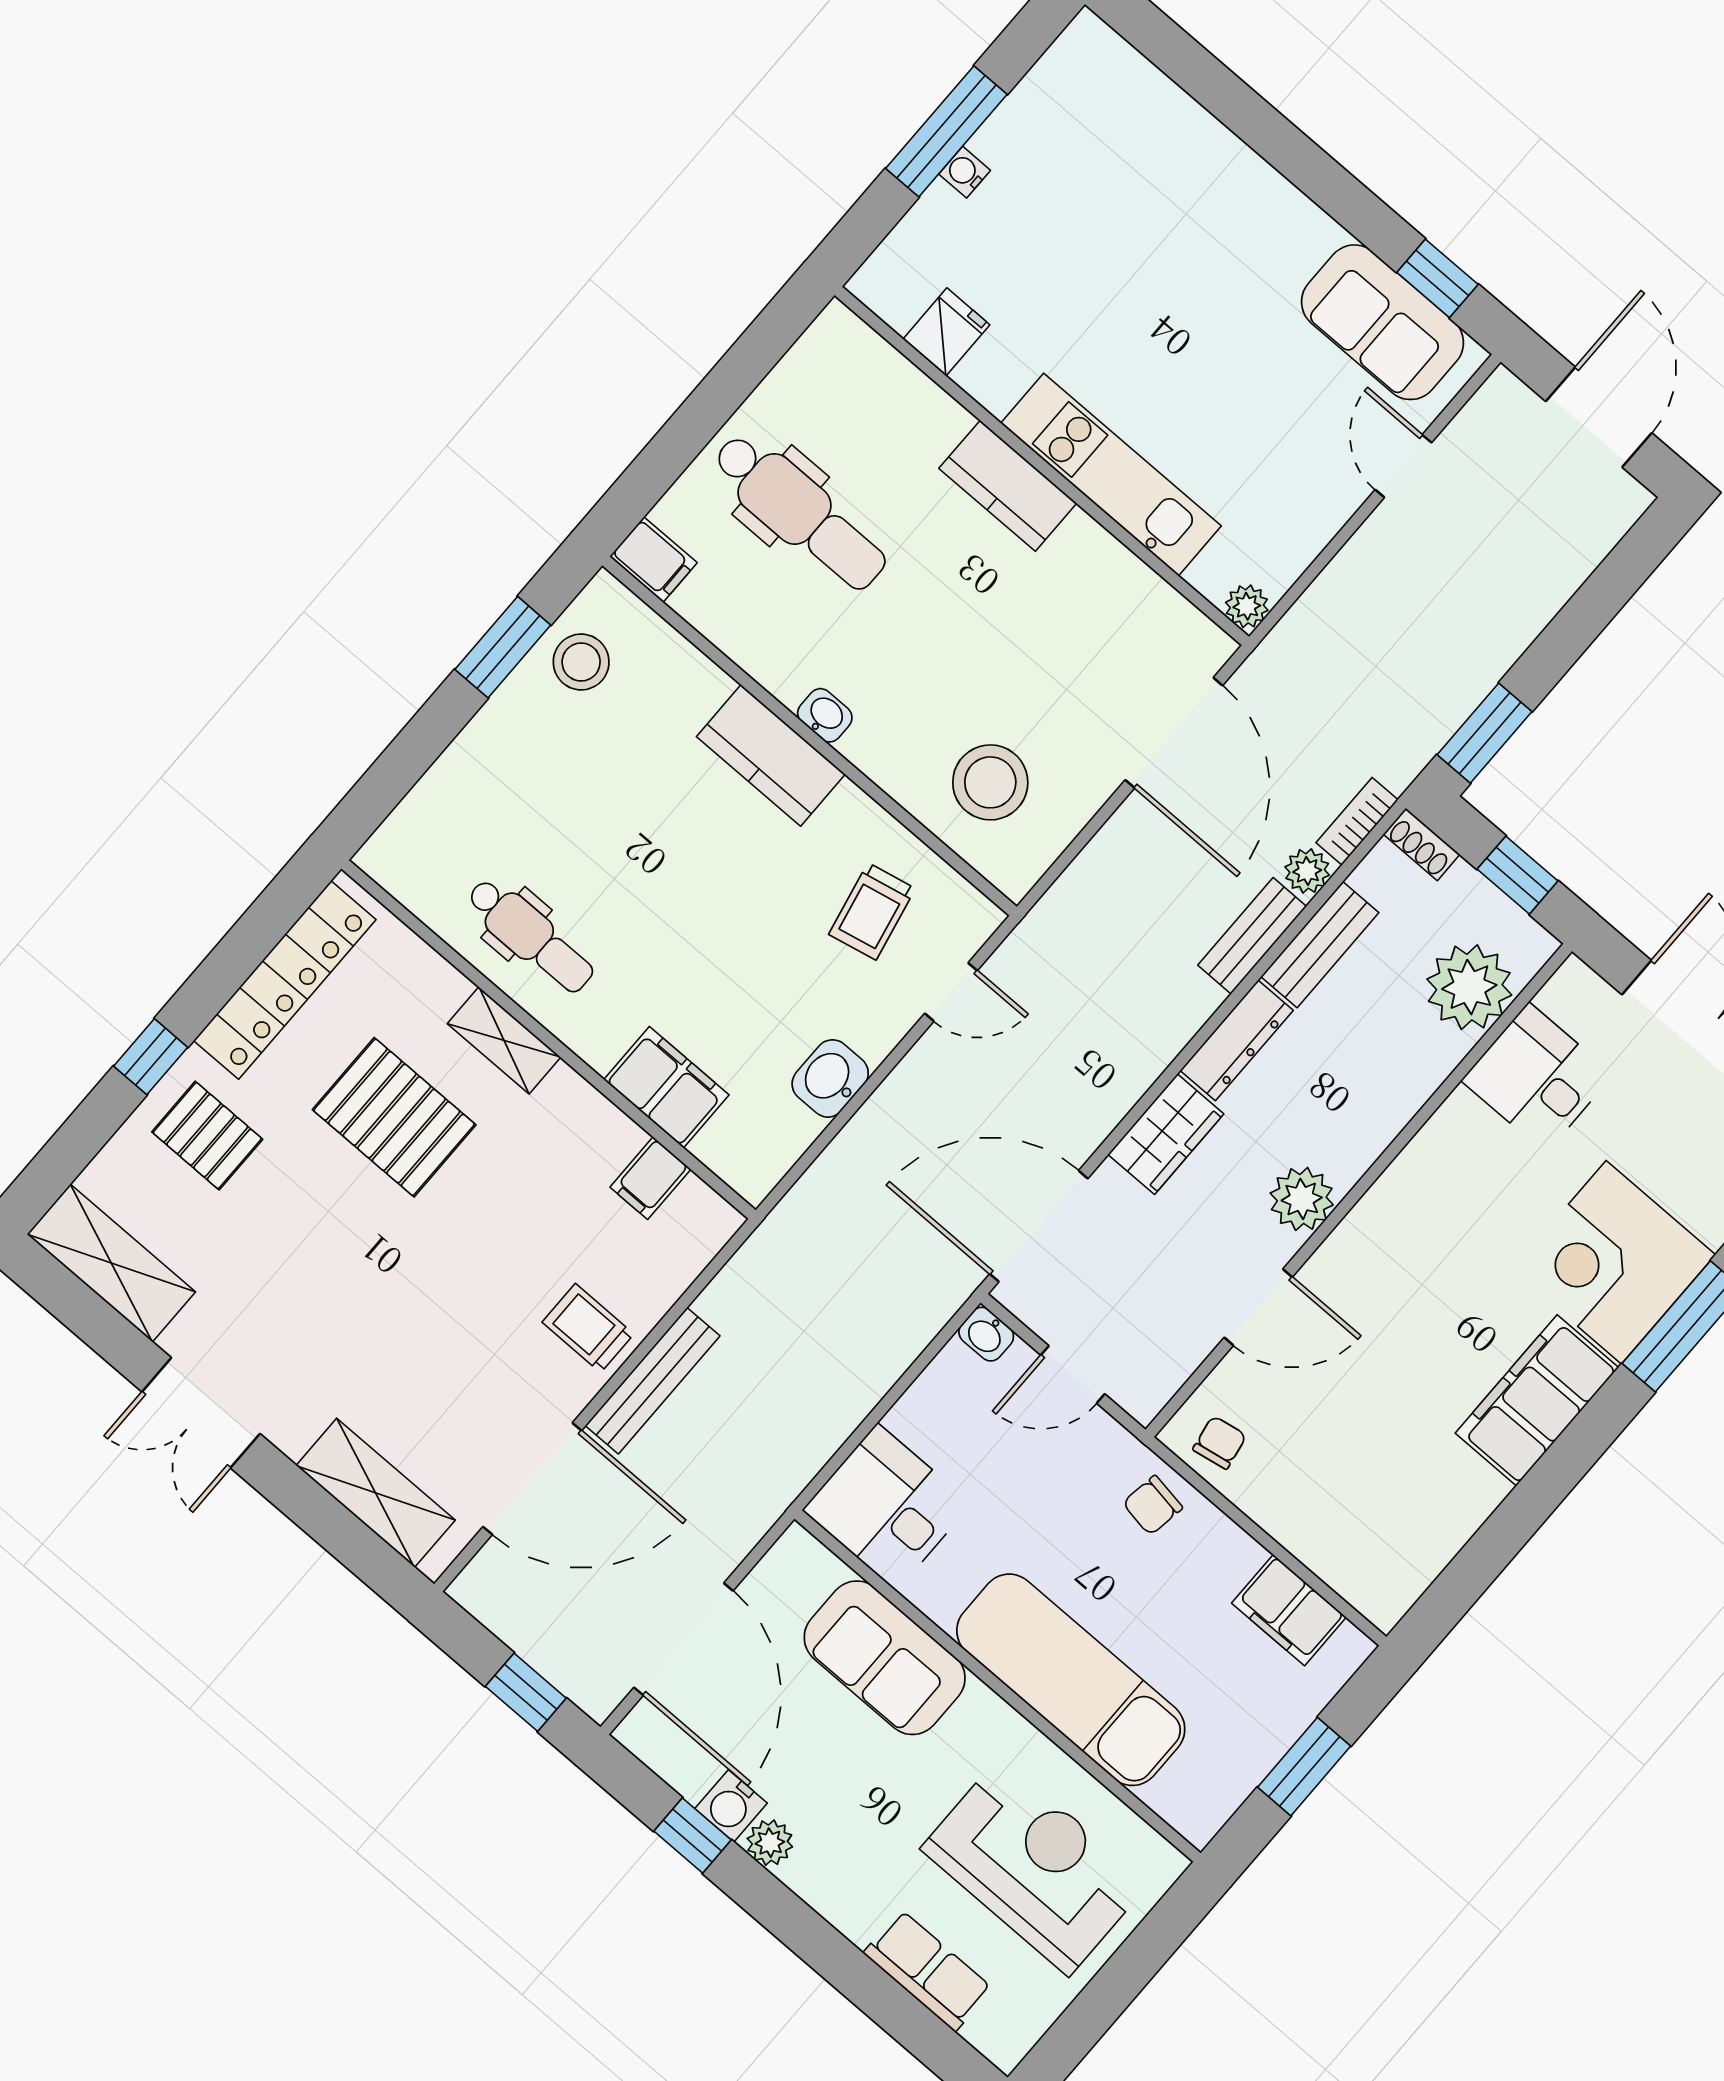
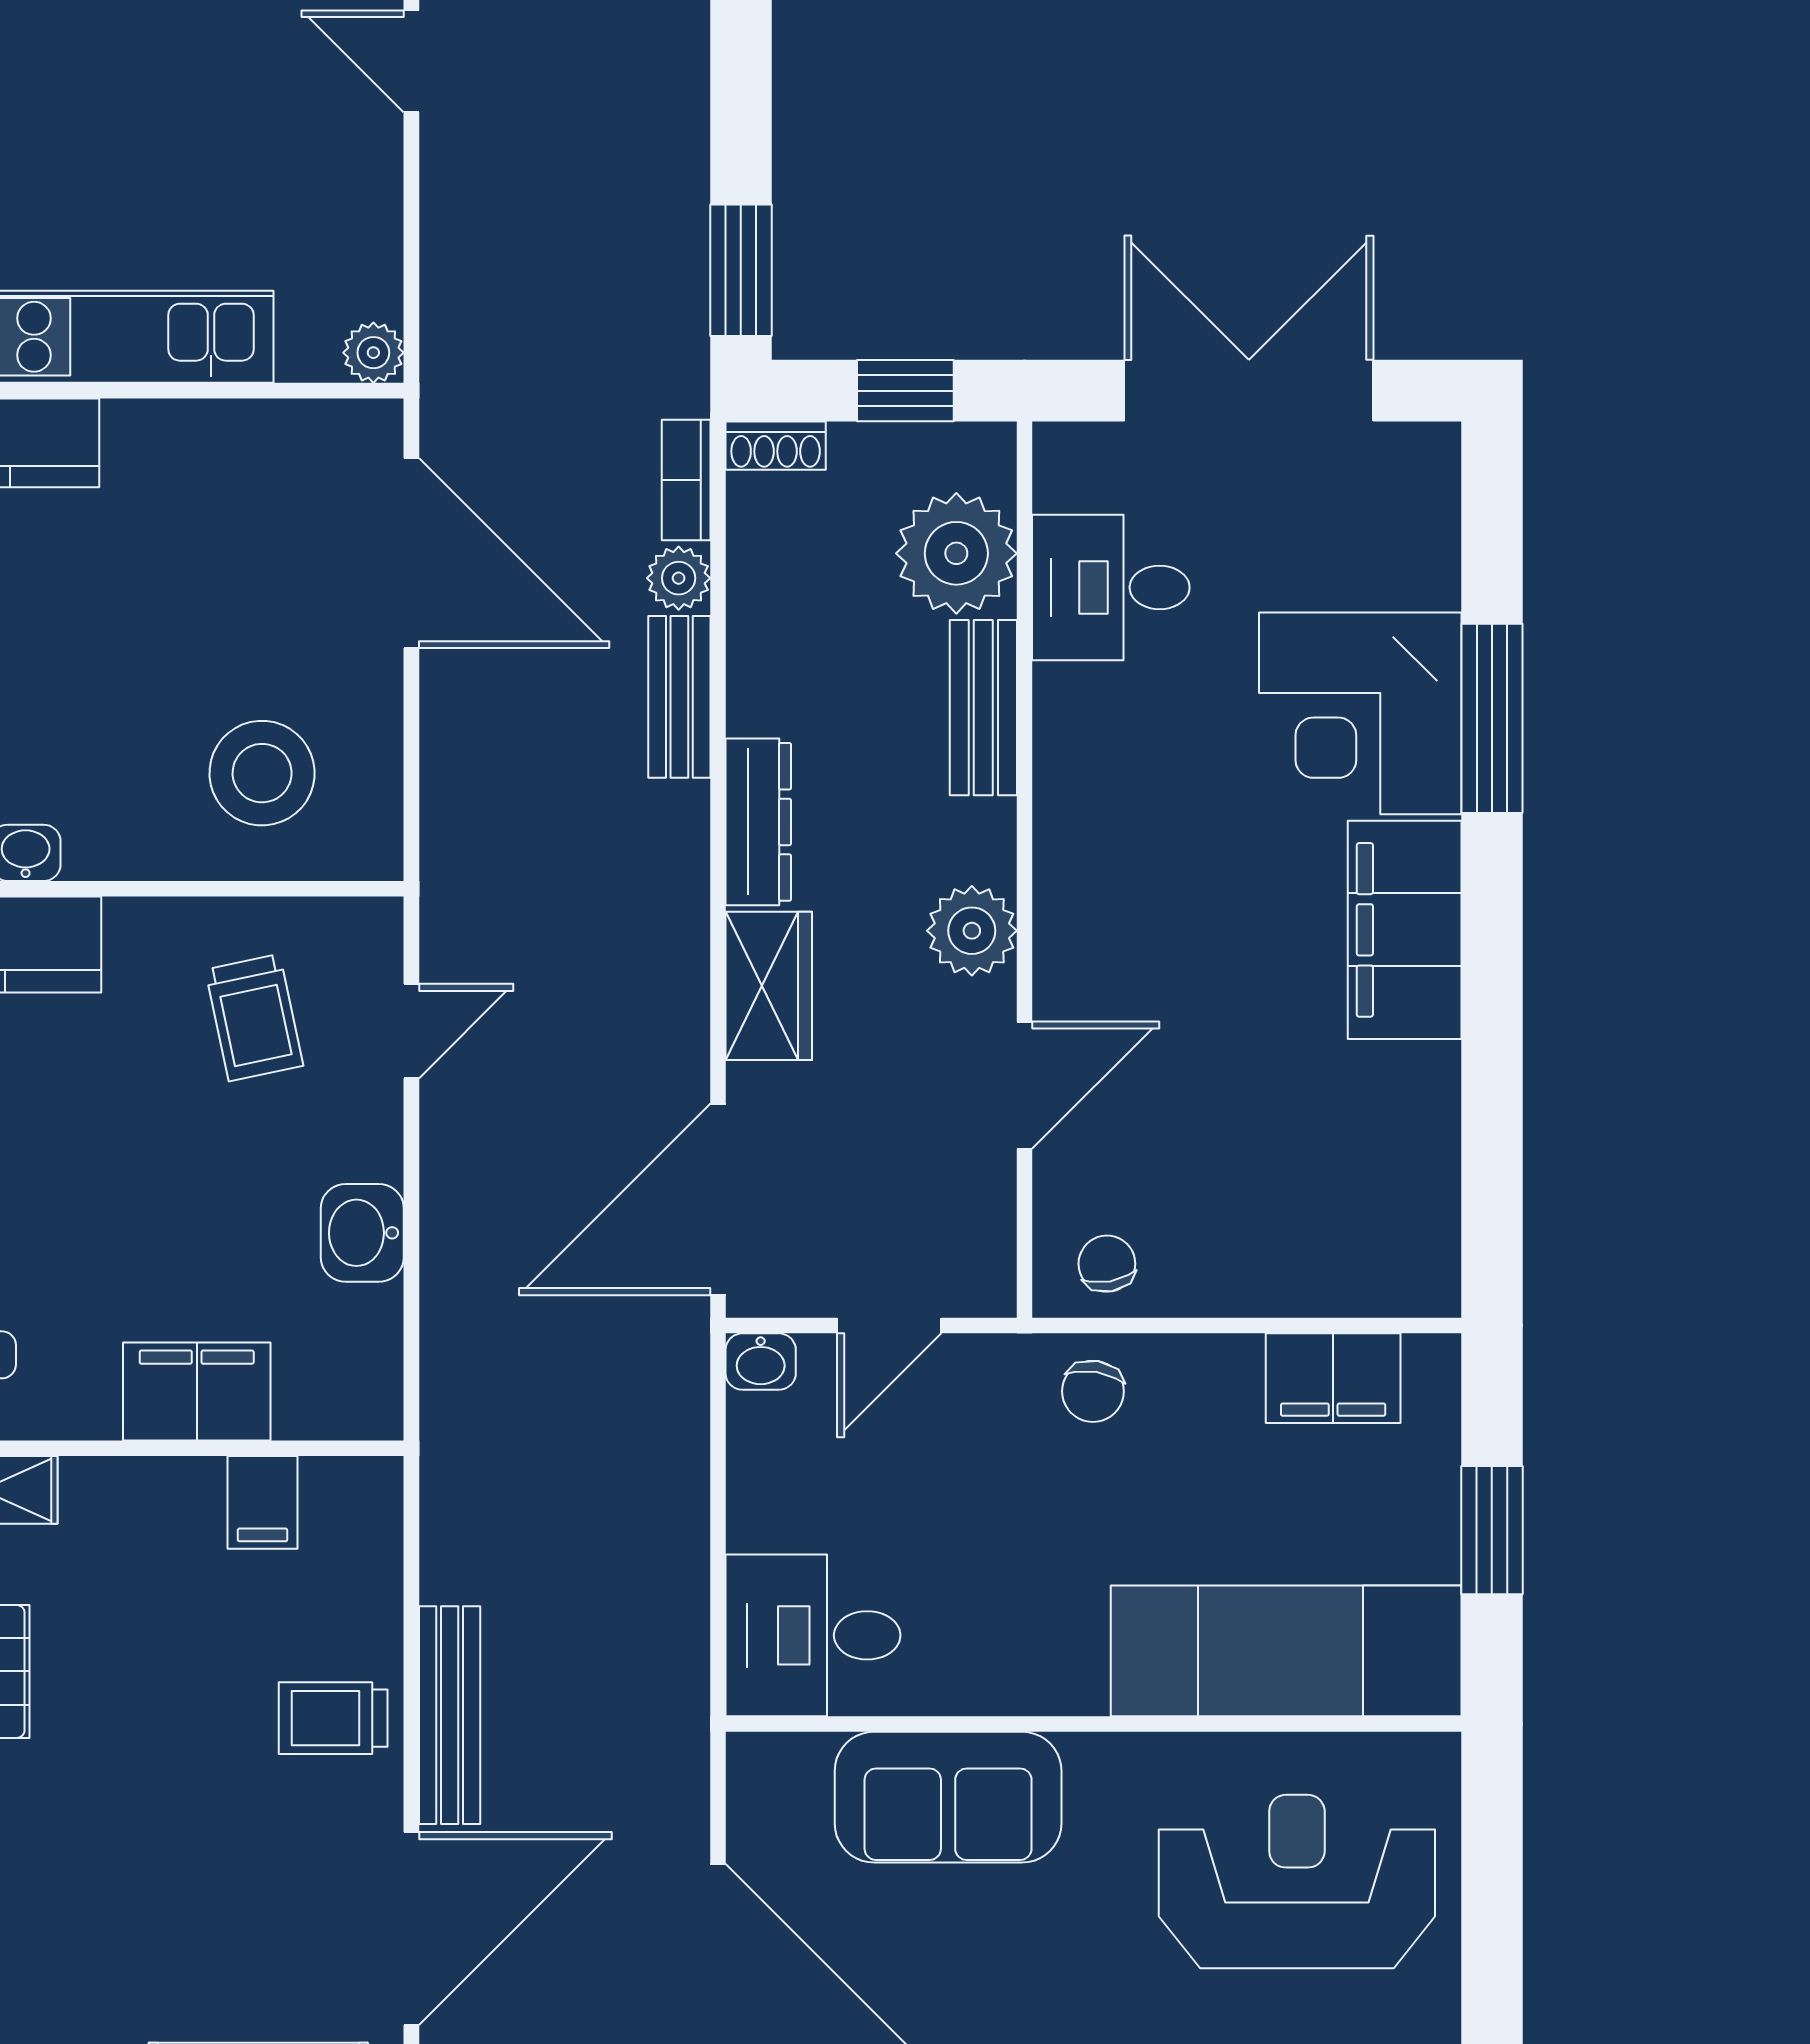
bench: (1320, 945) -> (983, 708), moved
exam couch: (1071, 1680) -> (1286, 1651), moved

